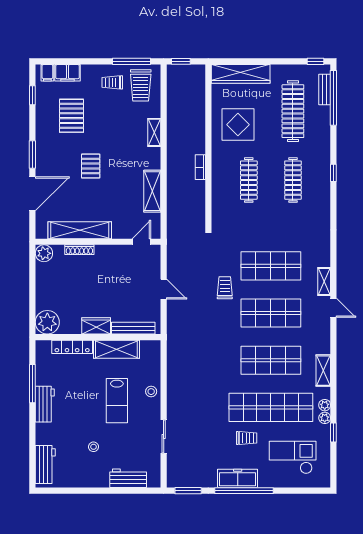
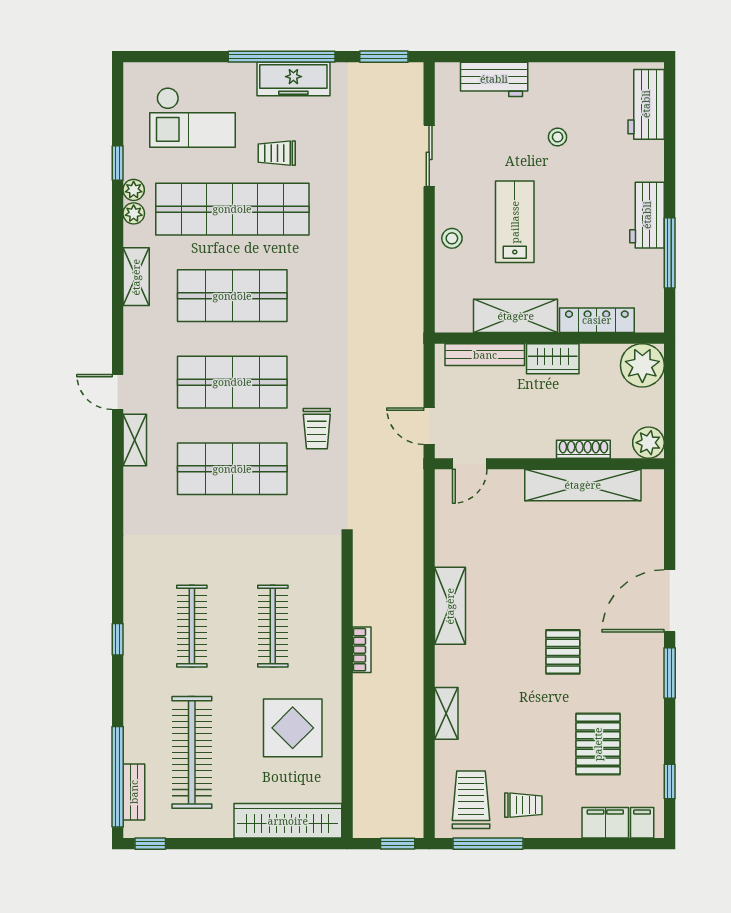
shelving: (80, 230) -> (583, 485), moved
wall: (98, 242) -> (549, 464), moved
door: (141, 242) -> (470, 464), moved
shoe rack: (79, 250) -> (583, 449), moved
plant: (44, 253) -> (648, 443), moved

